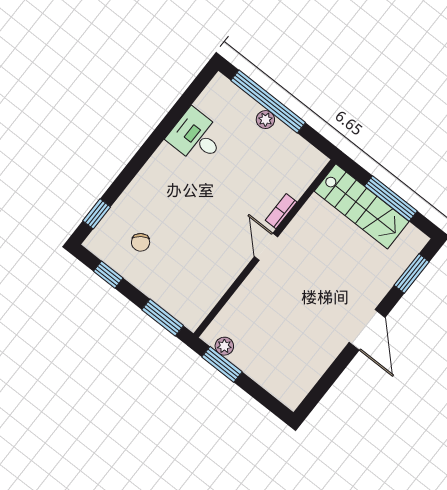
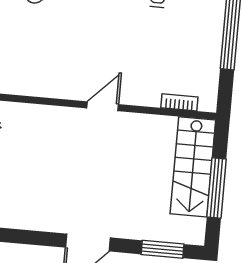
plant: (265, 120) -> (214, 33), removed
bookcase: (281, 211) -> (179, 102), moved

